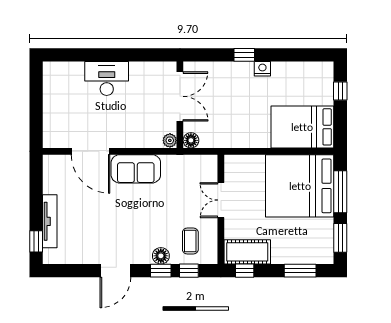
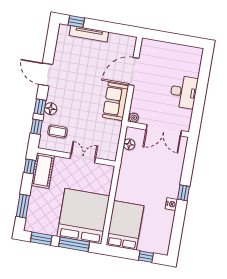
double door: (180, 96) -> (164, 130), moved
wall: (180, 105) -> (158, 129), moved
plant: (170, 140) -> (134, 118), moved

